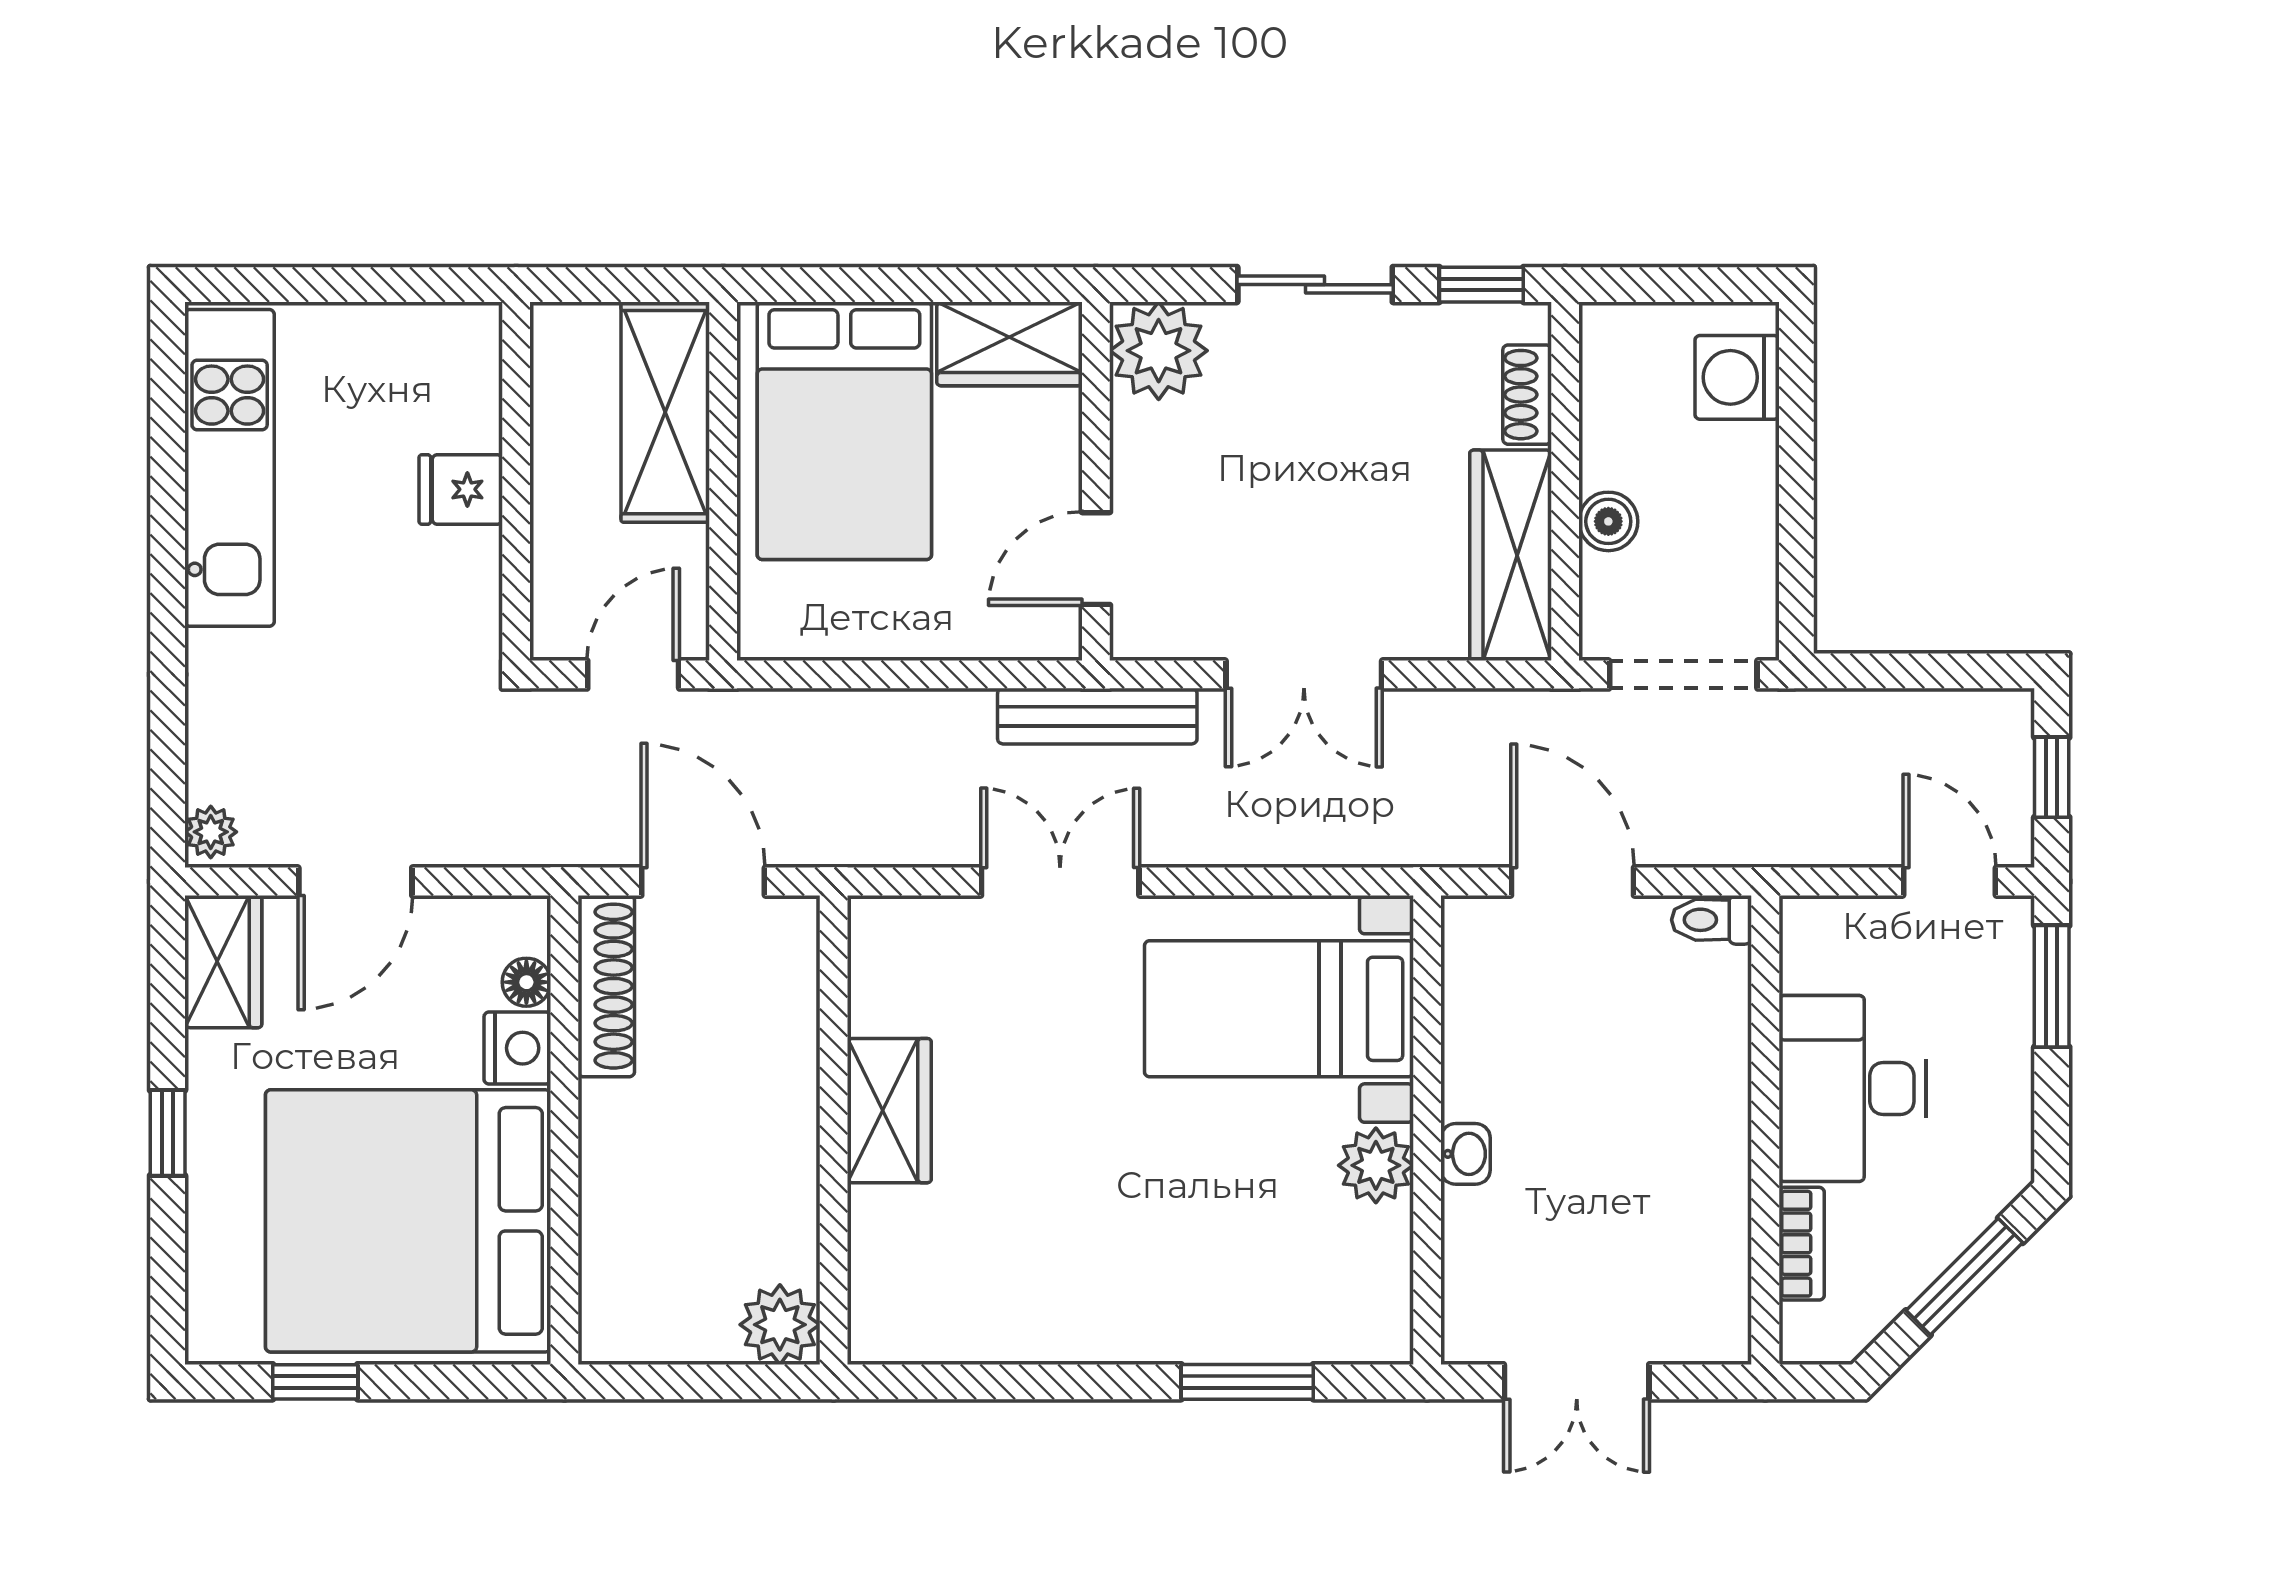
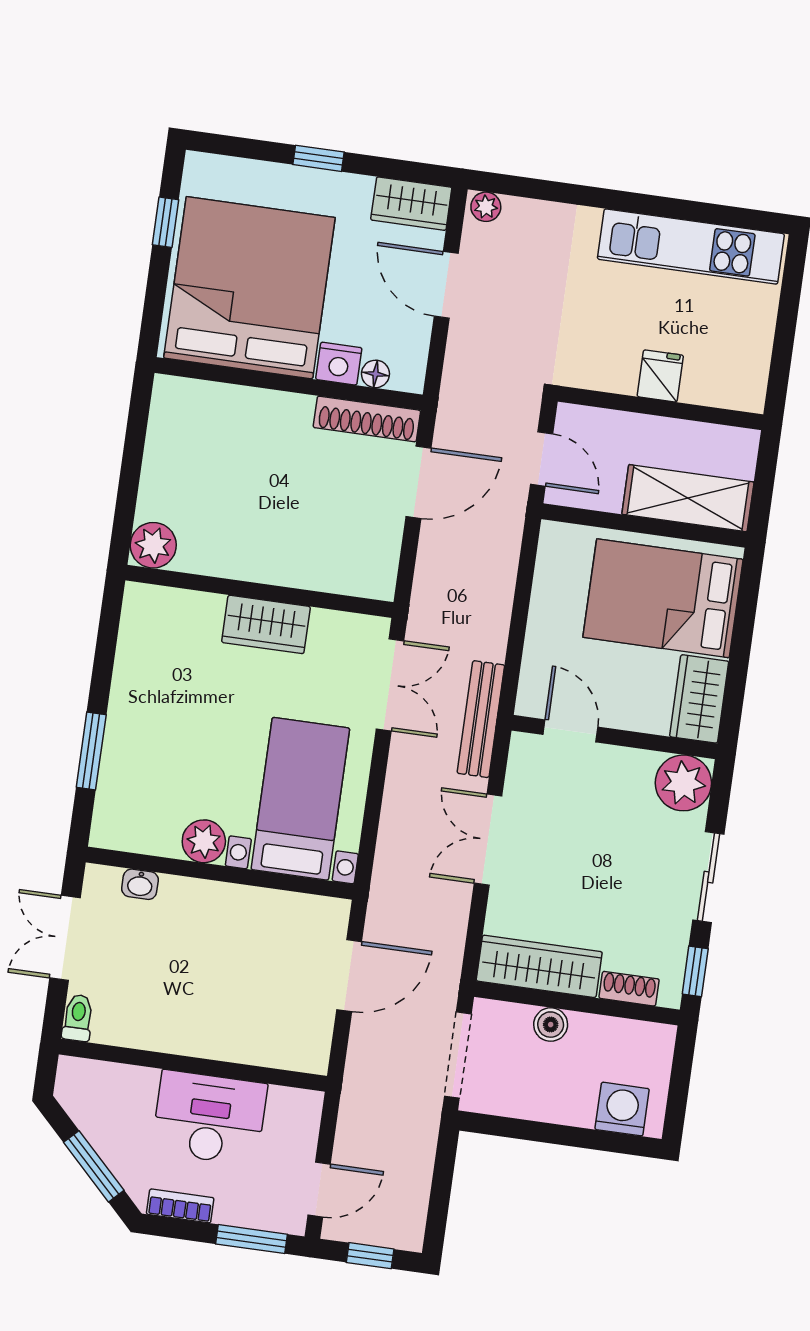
toilet: (1712, 920) -> (78, 1018), moved
wardrobe: (889, 1111) -> (266, 624), moved
wall: (834, 1130) -> (259, 591), moved
washbasin: (1466, 1154) -> (140, 884), moved
bookcase: (1802, 1244) -> (180, 1206), moved, turned 180
plant: (780, 1325) -> (153, 545), moved

